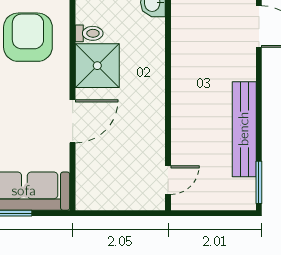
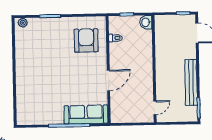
shower: (97, 66) -> (120, 53), removed

